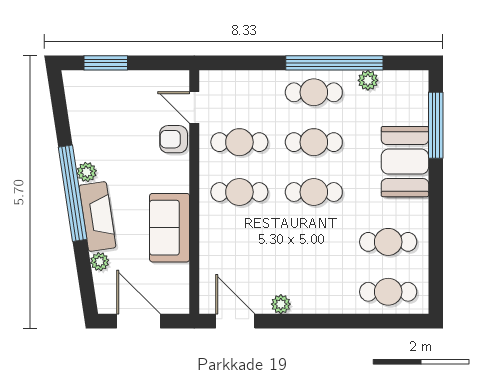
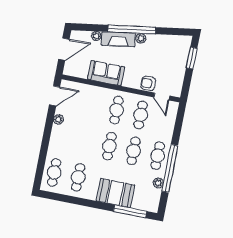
door: (194, 107) -> (162, 96), swing flipped
armchair: (174, 139) -> (148, 83), turned -90

